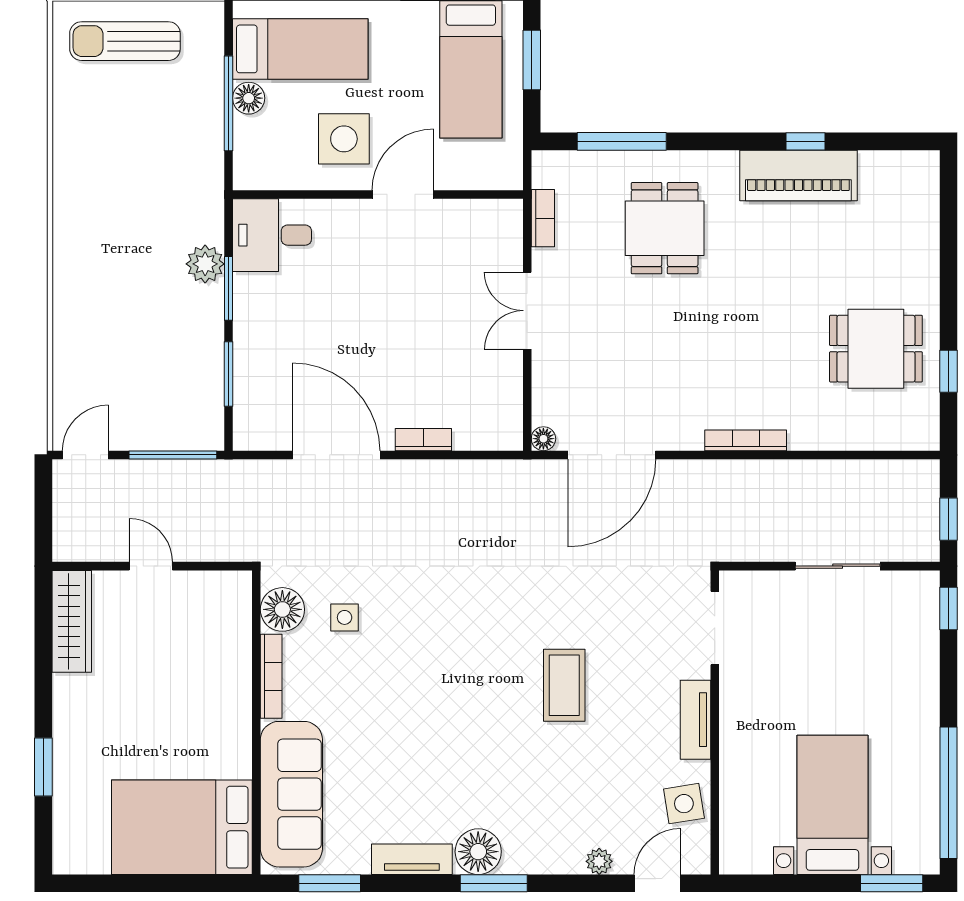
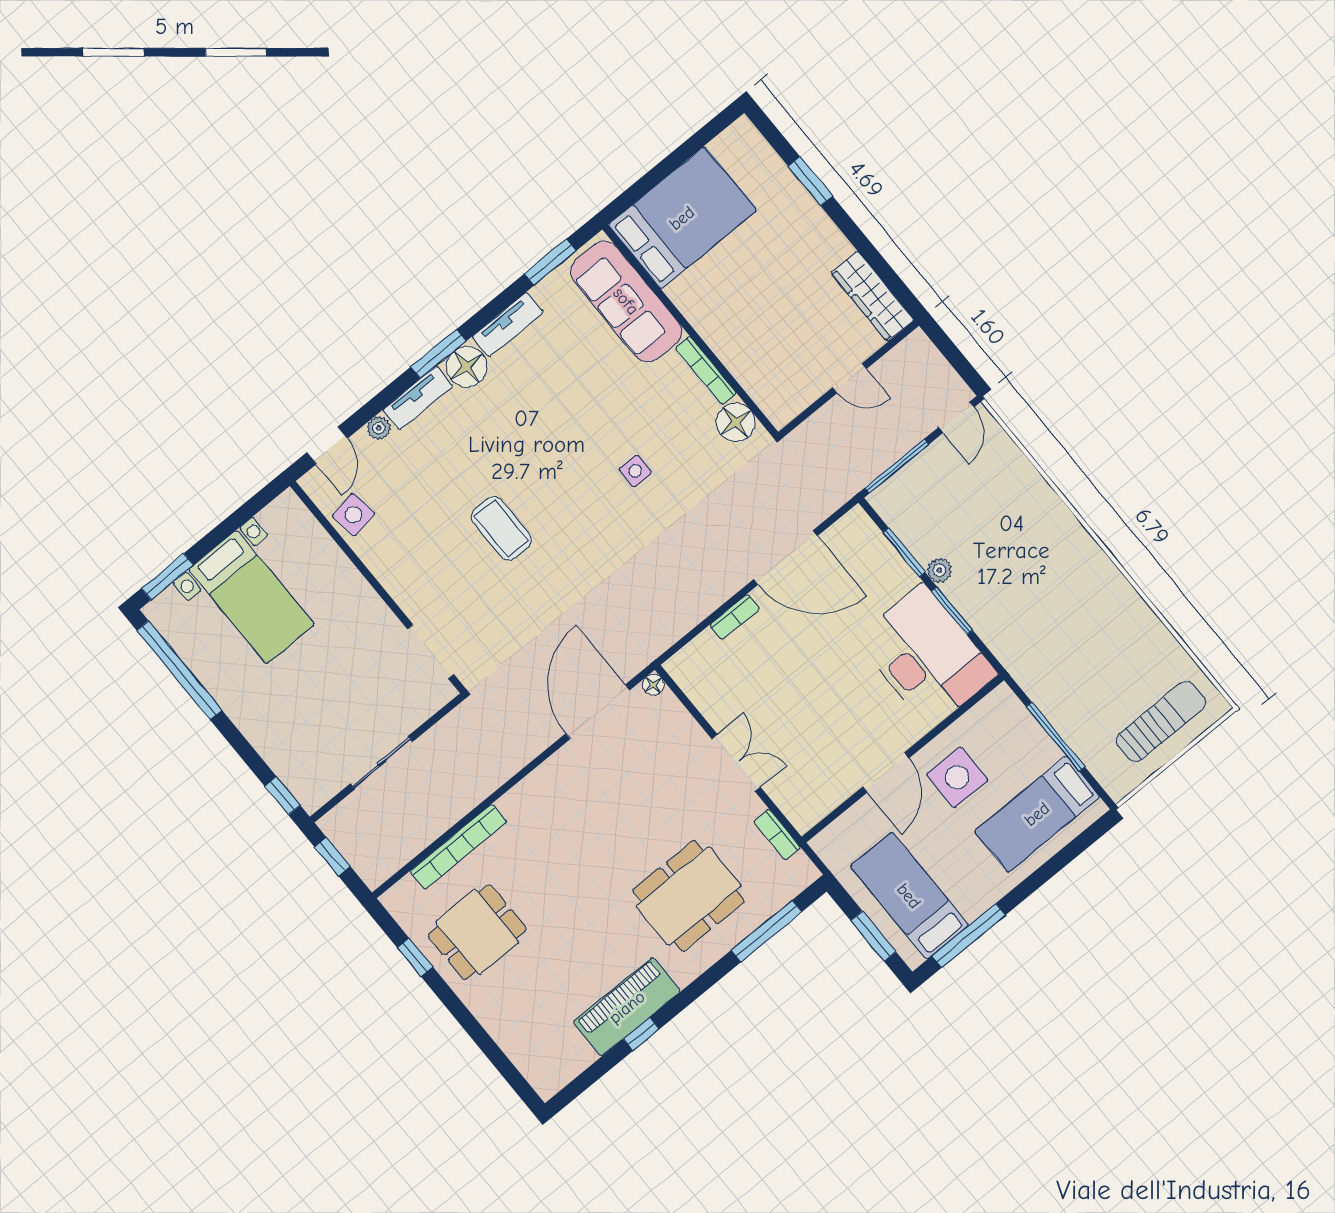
floor lamp: (249, 98) -> (1045, 752), removed
dining table: (665, 228) -> (689, 896), width x1.38
desk: (272, 235) -> (926, 656), width x1.87, depth x1.30
plant: (205, 264) -> (939, 570), moved, width x0.73, depth x0.73
bookcase: (746, 440) -> (458, 847), moved, width x1.48, depth x1.31
side table: (345, 617) -> (635, 471), moved
tv unit: (695, 720) -> (418, 398), moved, turned 90

